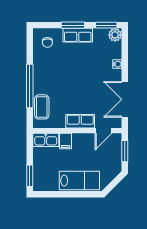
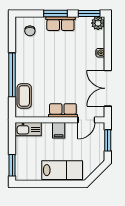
filing cabinet: (66, 141) -> (59, 130), moved

